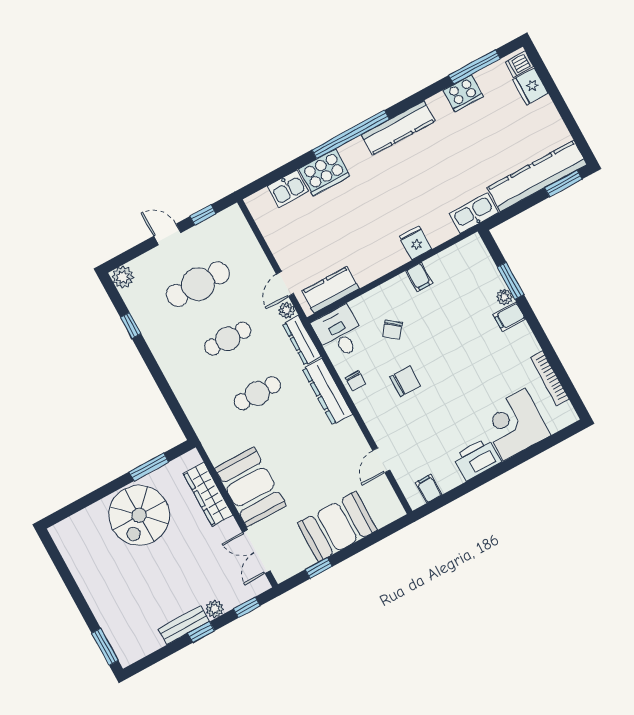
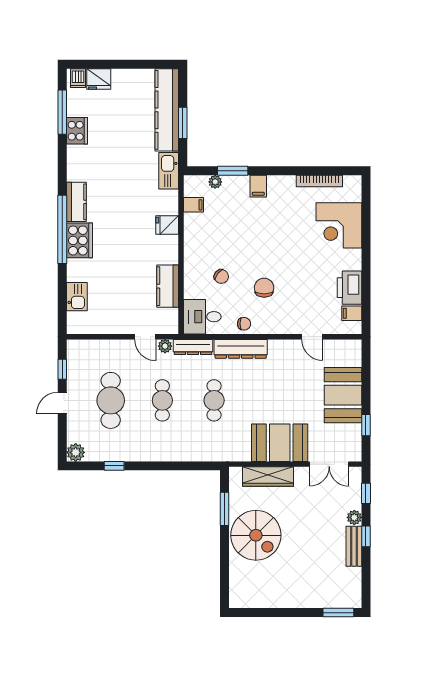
kitchen counter: (398, 128) -> (76, 202), width x0.67
cooker: (324, 172) -> (79, 240), moved
window: (563, 183) -> (183, 123), moved
filing cabinet: (419, 277) -> (193, 205), moved
kitchen counter: (330, 290) -> (168, 286), moved
plant: (504, 297) -> (215, 182), moved
printer: (477, 459) -> (350, 288), moved

